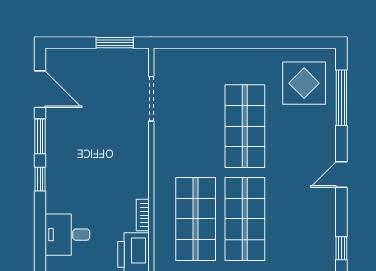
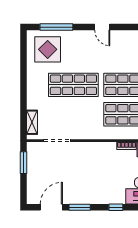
shelving: (182, 57) -> (32, 122), added
window: (40, 179) -> (116, 207), moved

